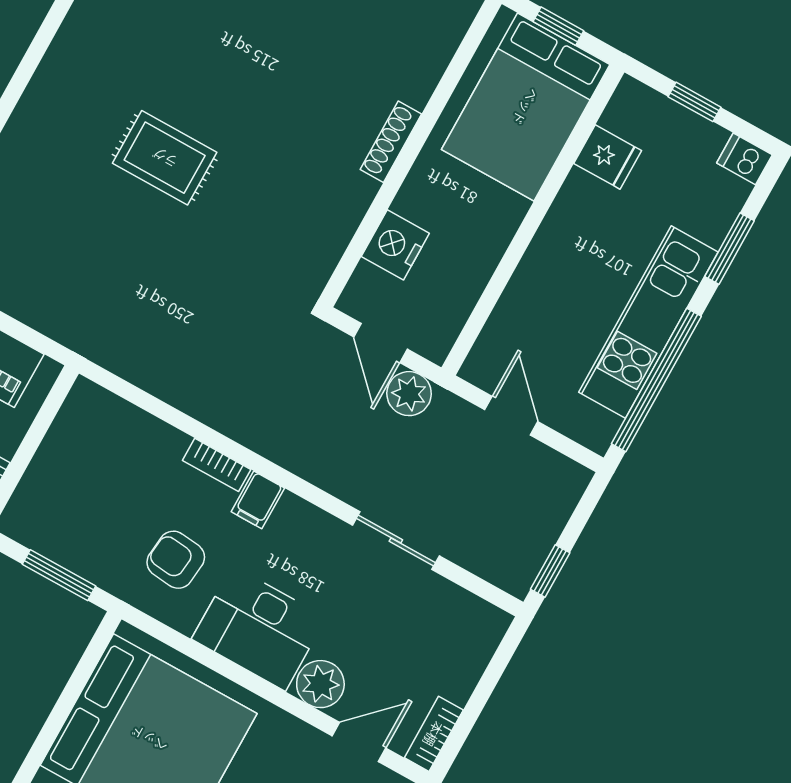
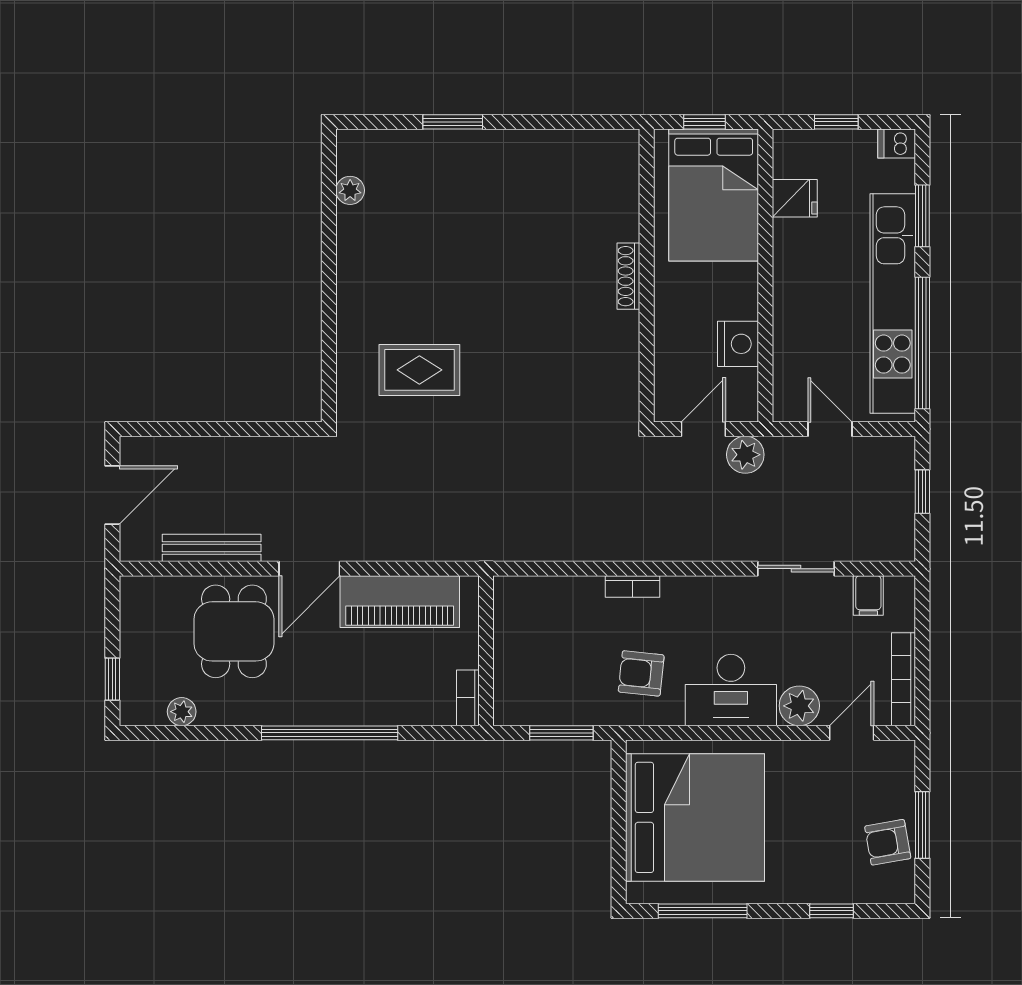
rug: (165, 158) -> (419, 370), moved
nightstand: (395, 245) -> (738, 344), moved, turned 180
kitchen unit: (648, 322) -> (893, 303), width x1.36
door: (381, 343) -> (703, 429), swing flipped
filing cabinet: (258, 500) -> (868, 596), moved
window: (550, 571) -> (922, 492), moved
bookcase: (434, 734) -> (904, 679), width x1.56

